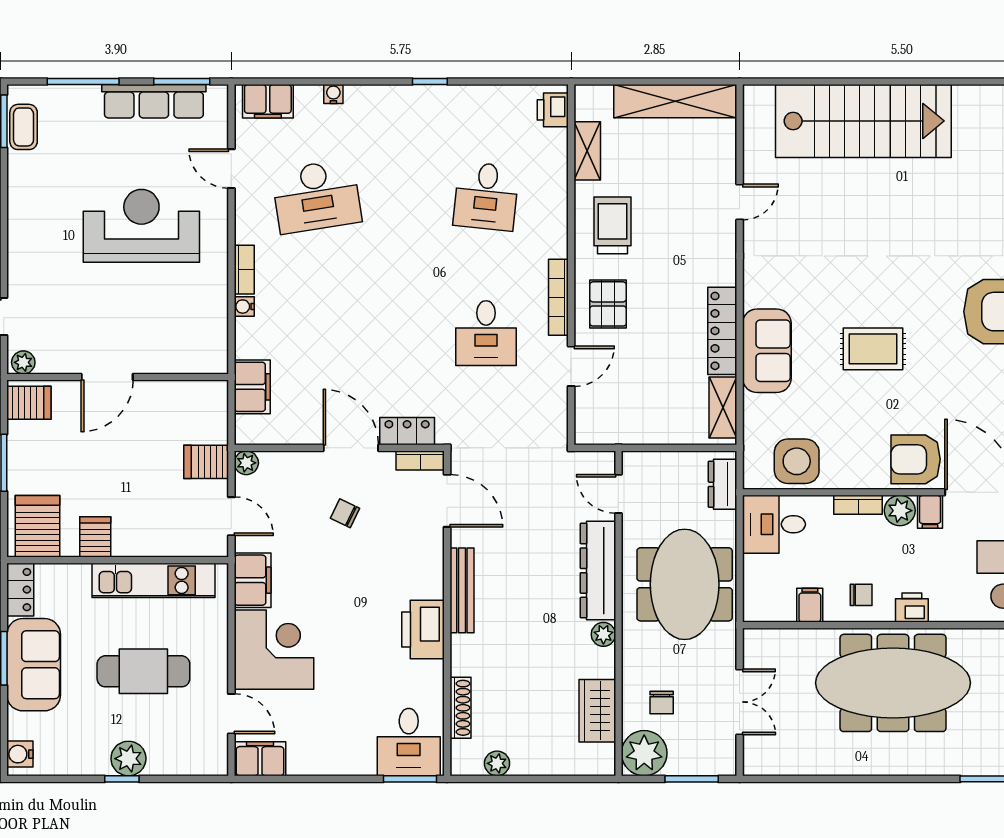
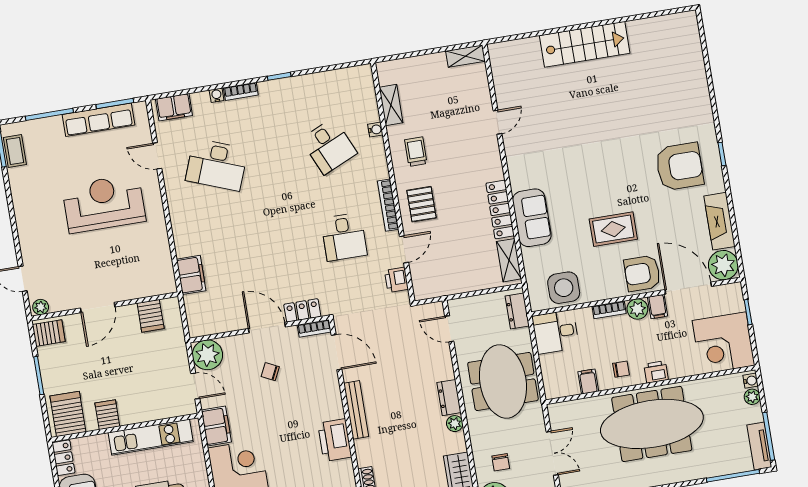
shelving: (675, 101) -> (466, 56), width x0.45, depth x0.75
printer: (553, 110) -> (396, 280), moved
stairs: (863, 121) -> (585, 44), width x0.73, depth x0.66
desk: (317, 196) -> (217, 165), turned 30
desk: (486, 196) -> (329, 146), turned -30
trolley: (613, 225) -> (416, 152), width x0.73, depth x0.72
bookcase: (244, 270) -> (241, 91), moved, turned 90
water cooler: (244, 307) -> (375, 130), moved, turned 180
rug: (873, 349) -> (613, 229), moved
filing cabinet: (252, 387) -> (191, 275), moved
server rack: (206, 462) -> (151, 316), moved, turned -90
plant: (246, 463) -> (207, 355), width x1.87, depth x1.87
dresser: (598, 571) -> (449, 398), width x0.51, depth x0.80

